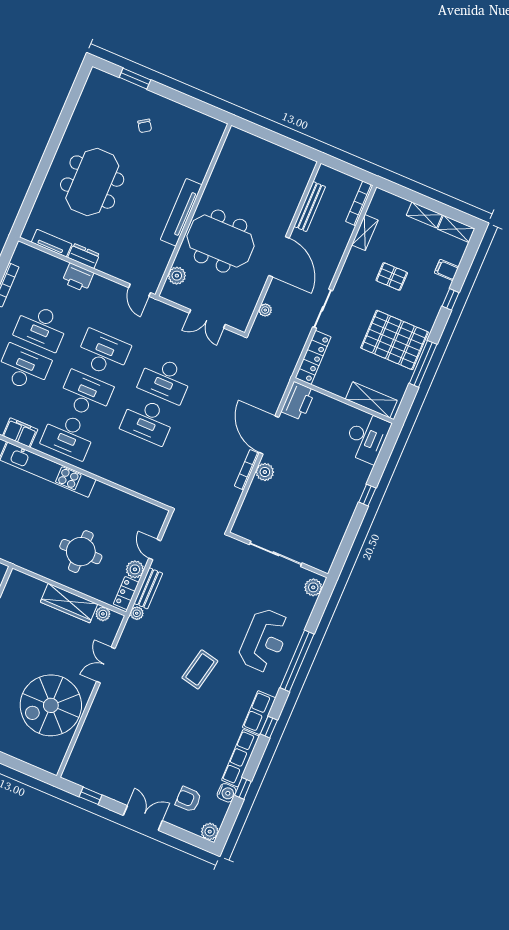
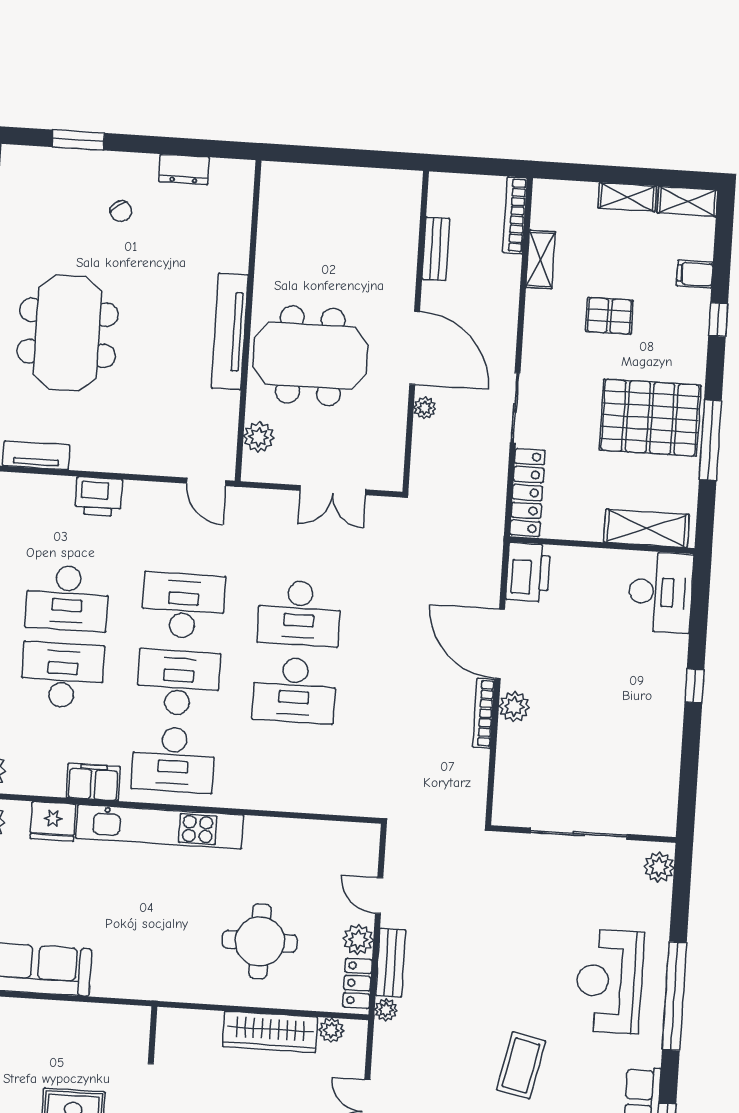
bench: (310, 207) -> (436, 249), width x0.73
dresser: (84, 256) -> (184, 169), moved, turned 180
plant: (265, 310) -> (425, 408), moved
reception desk: (264, 640) -> (609, 981), turned 180

